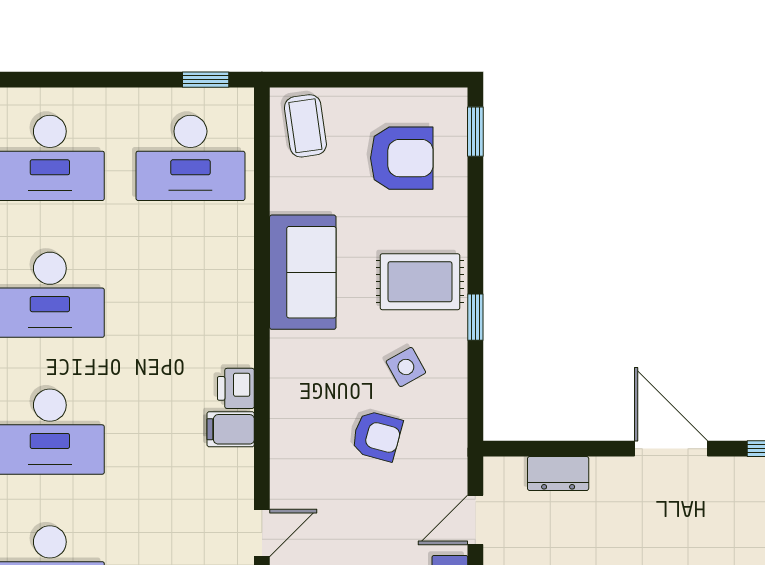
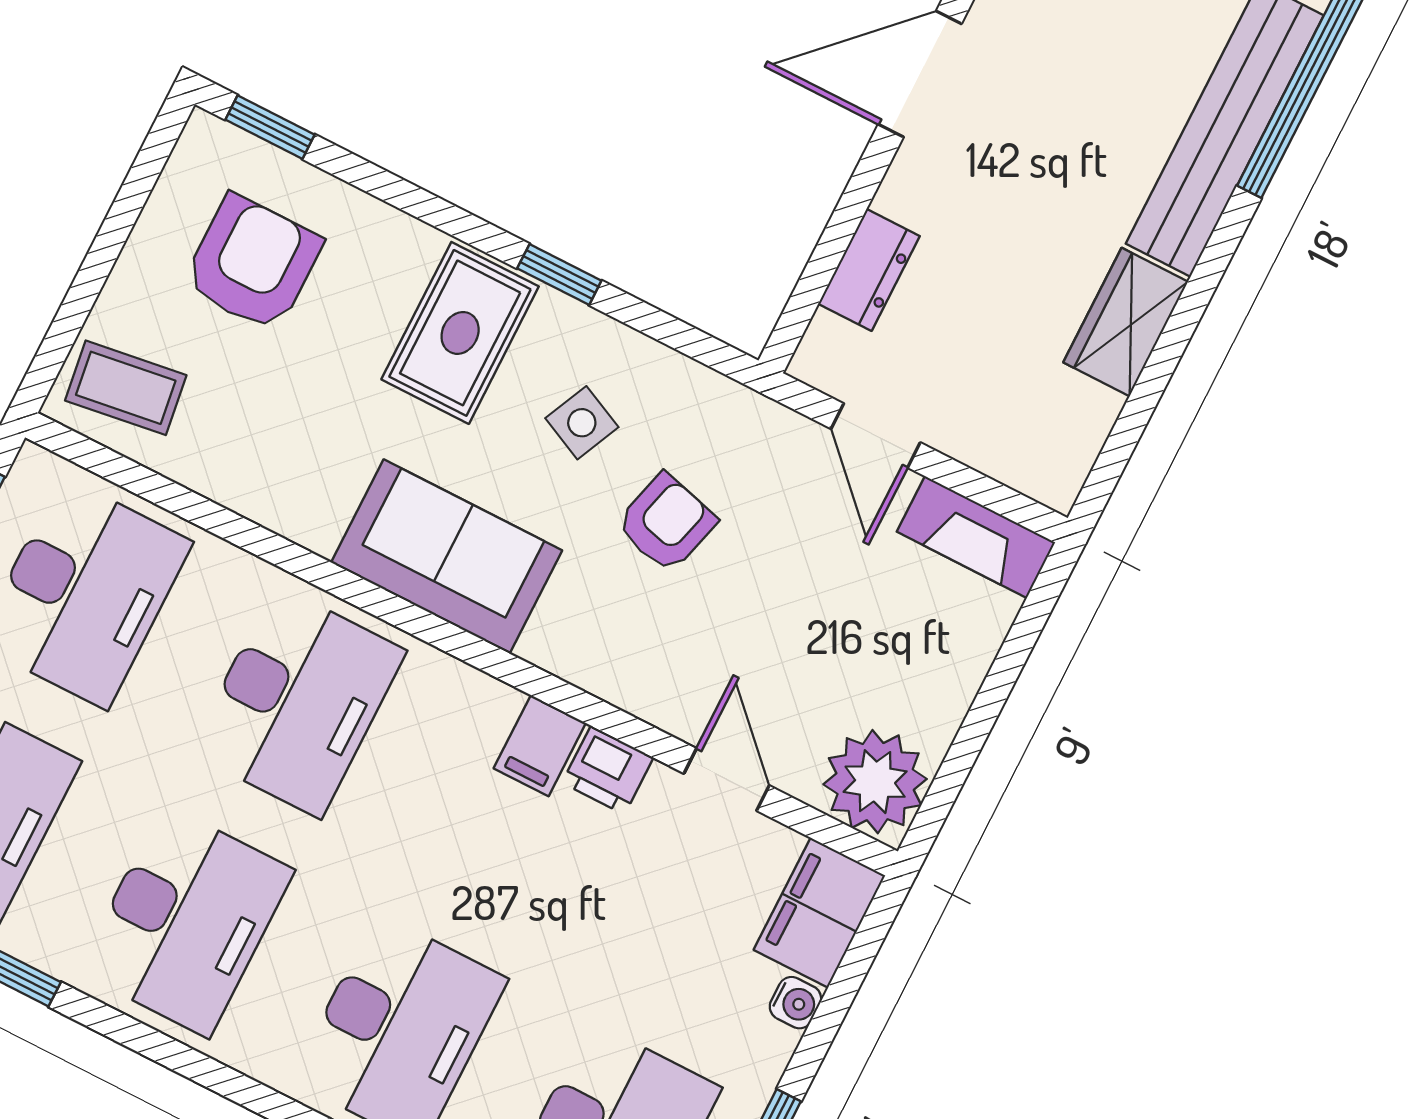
sofa: (303, 272) -> (447, 556), moved
desk: (190, 295) -> (298, 701), added
side table: (406, 367) -> (582, 423), turned -36
printer: (236, 388) -> (608, 770), moved

